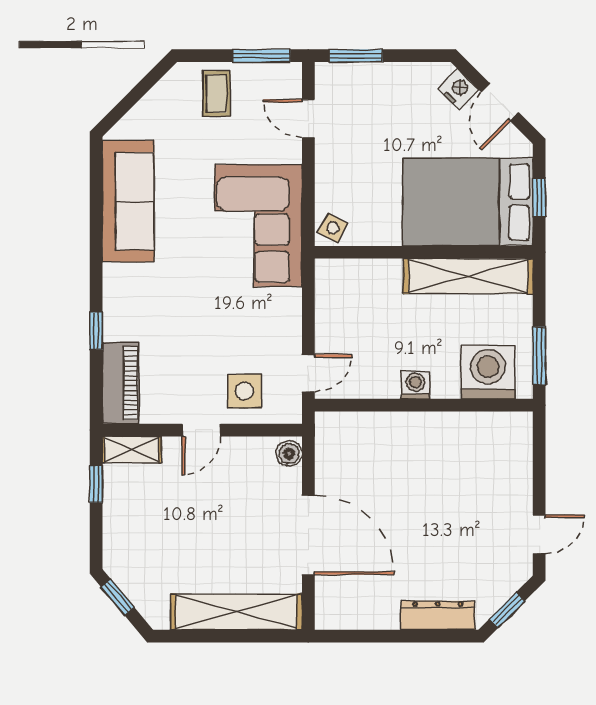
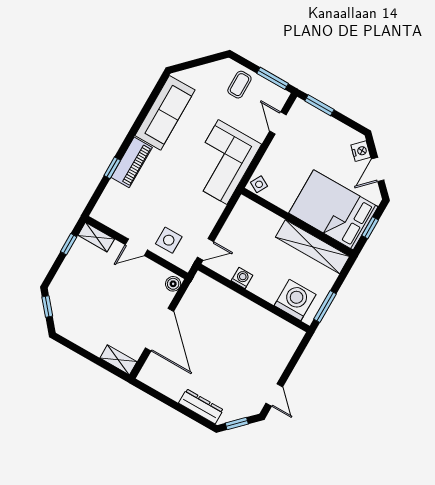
piano: (121, 383) -> (132, 162), moved
washing machine: (415, 385) -> (242, 278), moved
door: (539, 534) -> (274, 395), hinge flipped
shelving: (236, 612) -> (118, 360), width x0.45, depth x0.75

